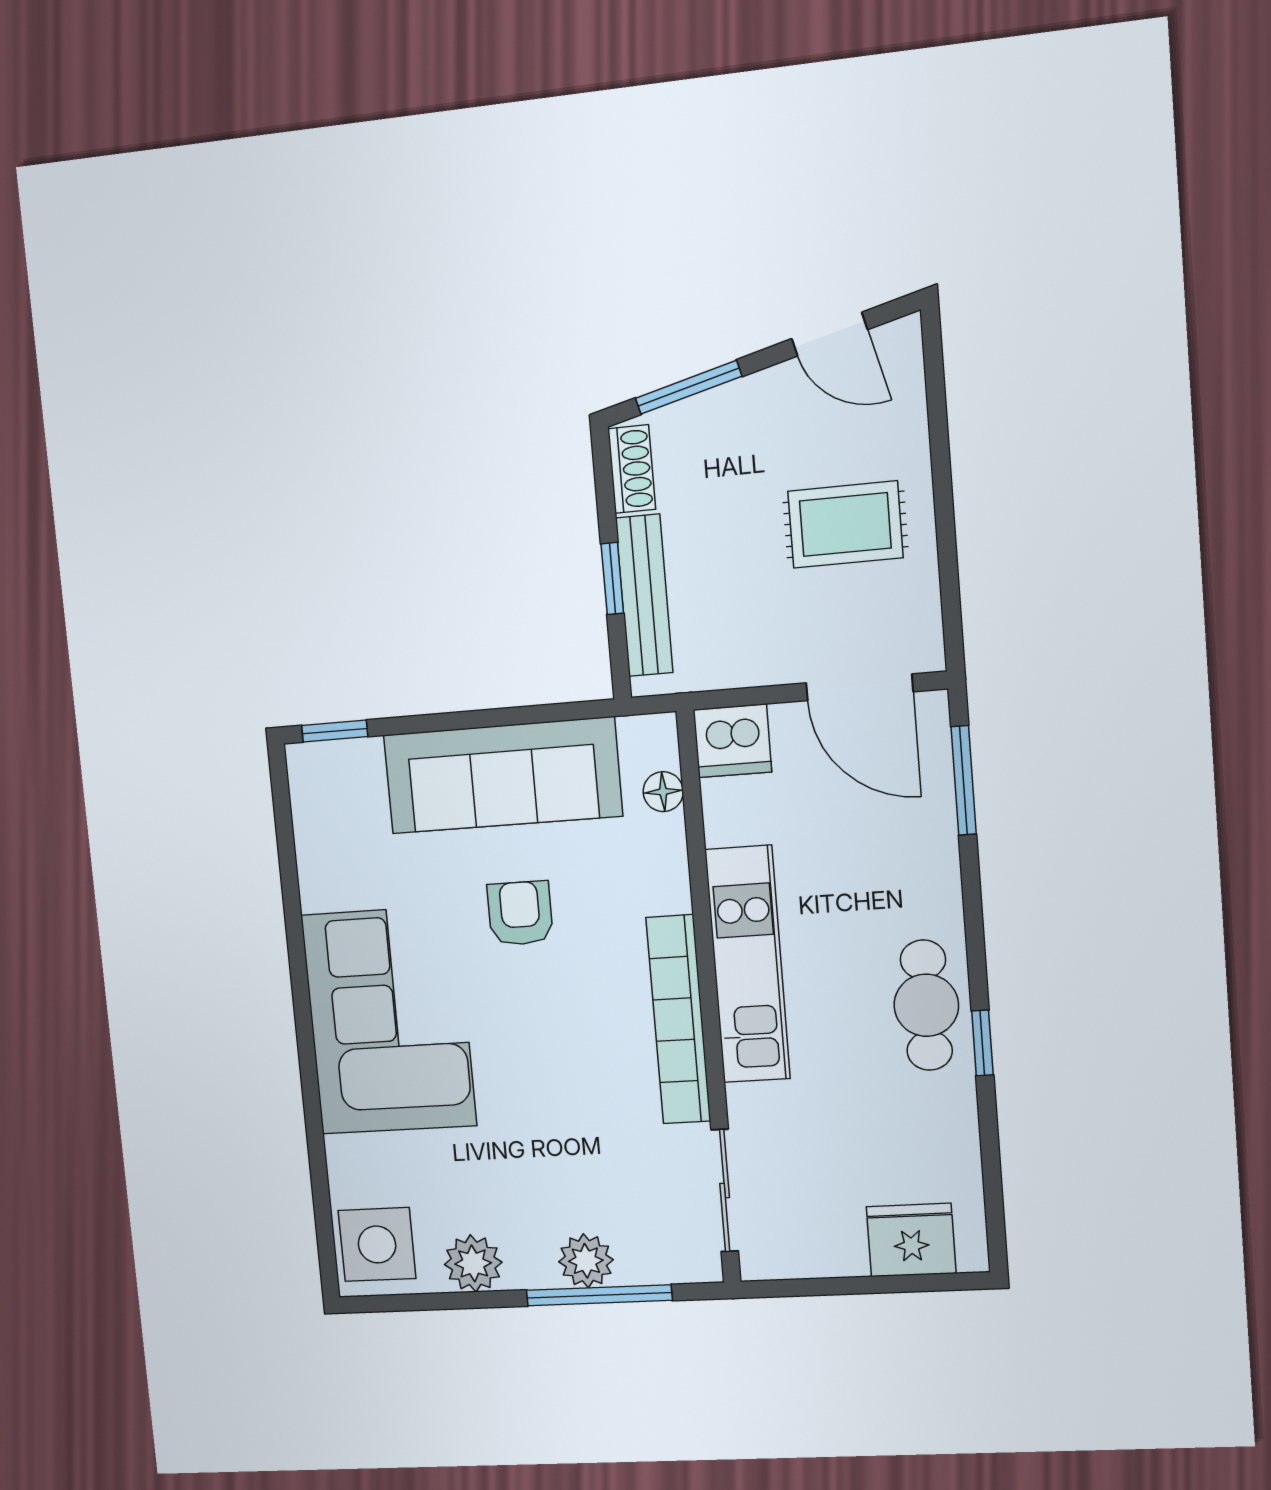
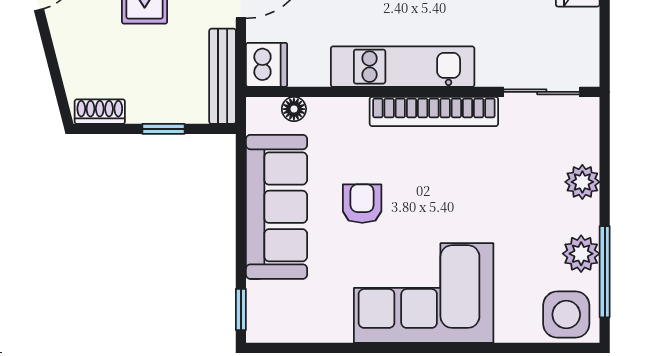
window: (688, 387) -> (55, 74), removed
bench: (644, 595) -> (223, 76), moved, turned 90
armchair: (520, 913) -> (362, 204), turned 90
window: (599, 1295) -> (605, 272), moved

